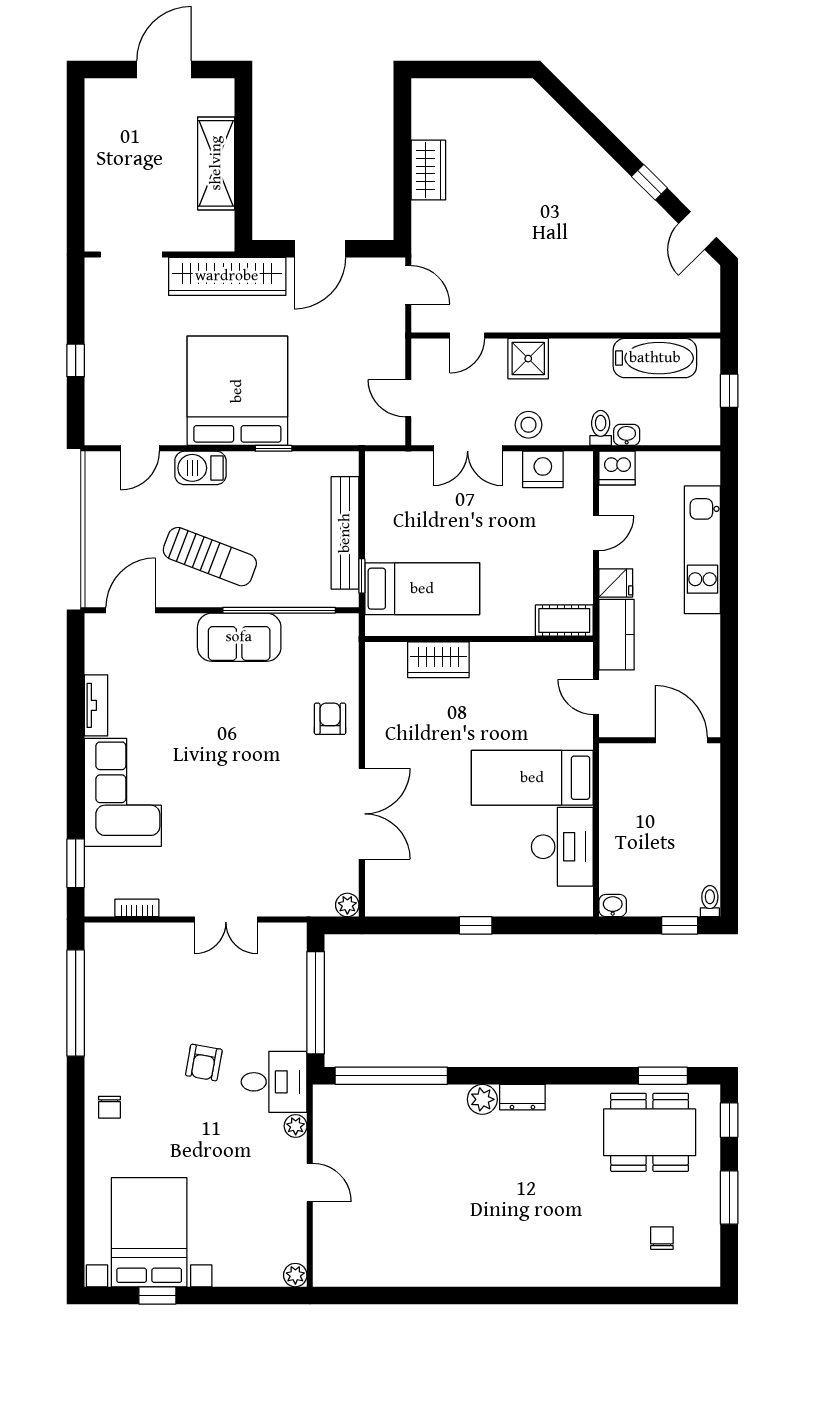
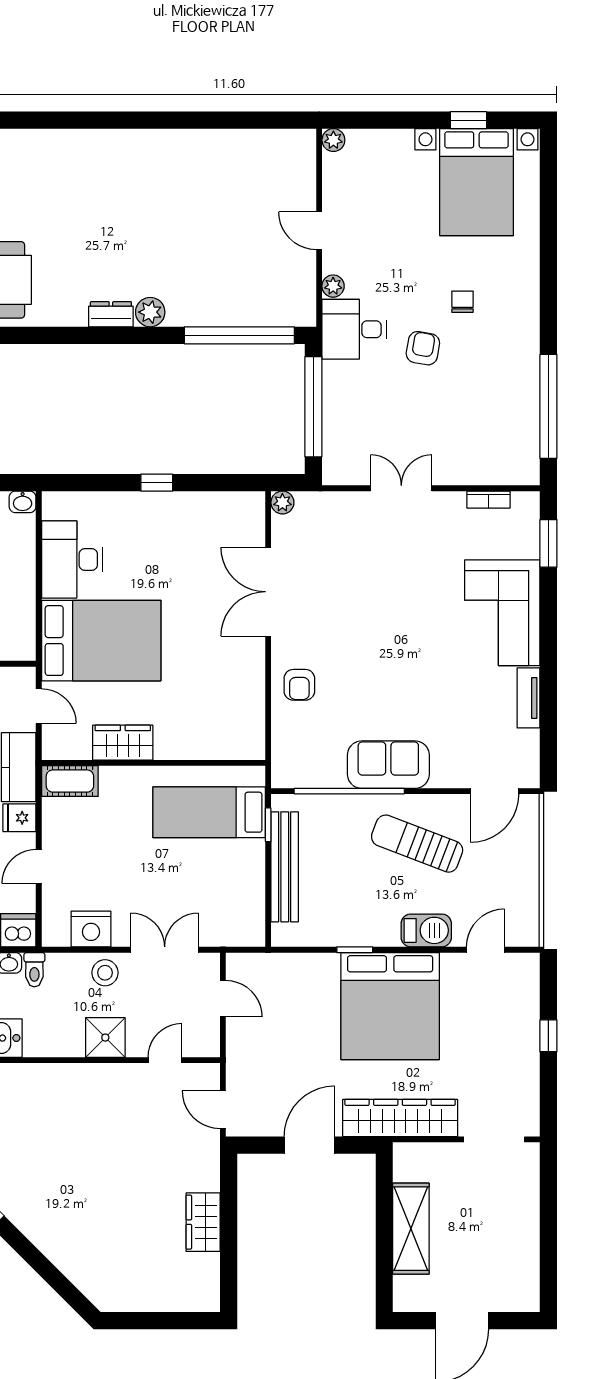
wardrobe: (438, 660) -> (123, 743), moved
bed: (532, 778) -> (101, 641), width x1.50
chair: (109, 1107) -> (463, 302), moved

